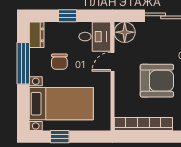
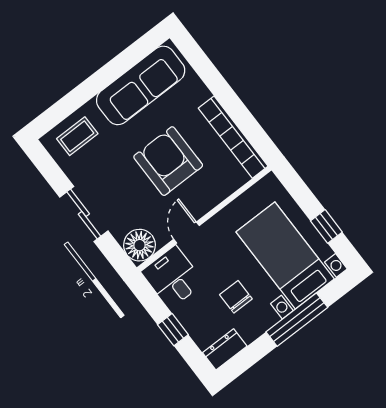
chair: (59, 62) -> (236, 297), turned -90
door: (113, 62) -> (186, 232), swing flipped
window: (23, 63) -> (297, 320), moved

